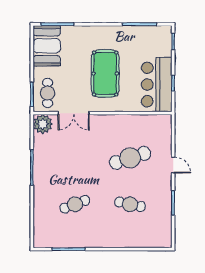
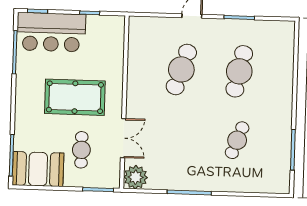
bar counter: (157, 85) -> (51, 32), moved
cafe table: (48, 93) -> (81, 150), moved, turned 90
cafe table: (130, 158) -> (181, 69), turned 36
cafe table: (75, 204) -> (237, 140), turned 42
cafe table: (130, 204) -> (239, 71), width x1.37, depth x1.35

